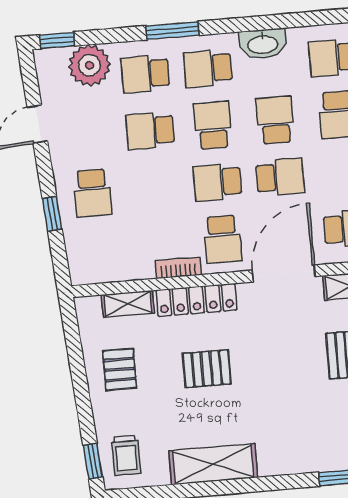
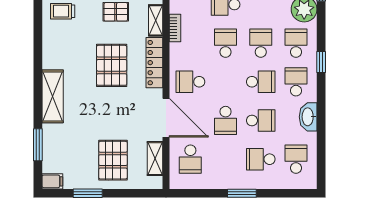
window: (172, 31) -> (321, 62), width x0.67
school desk: (218, 182) -> (226, 43), moved
bookcase: (178, 268) -> (175, 28), moved
pallet: (207, 369) -> (112, 65), width x1.50, depth x1.42
shelving: (213, 464) -> (53, 96), moved

